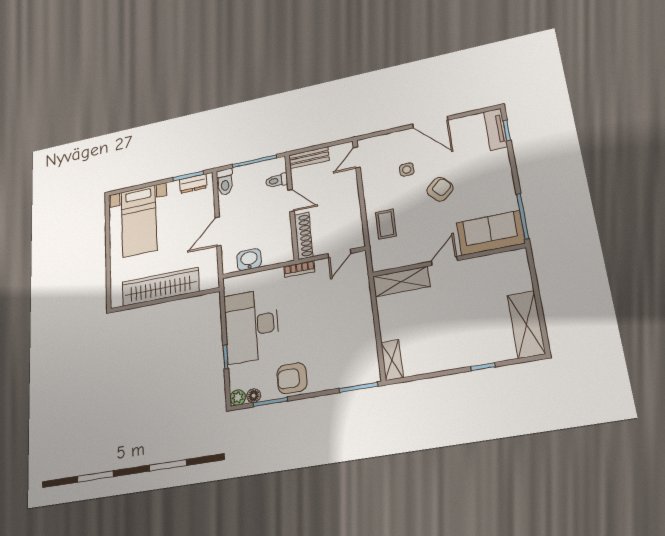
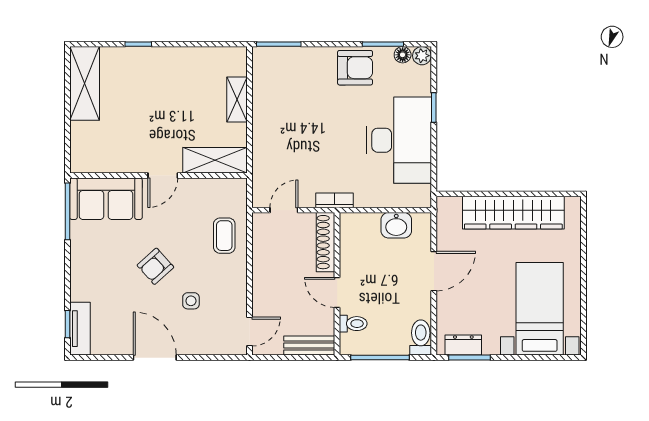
shelving: (392, 360) -> (237, 100), moved

